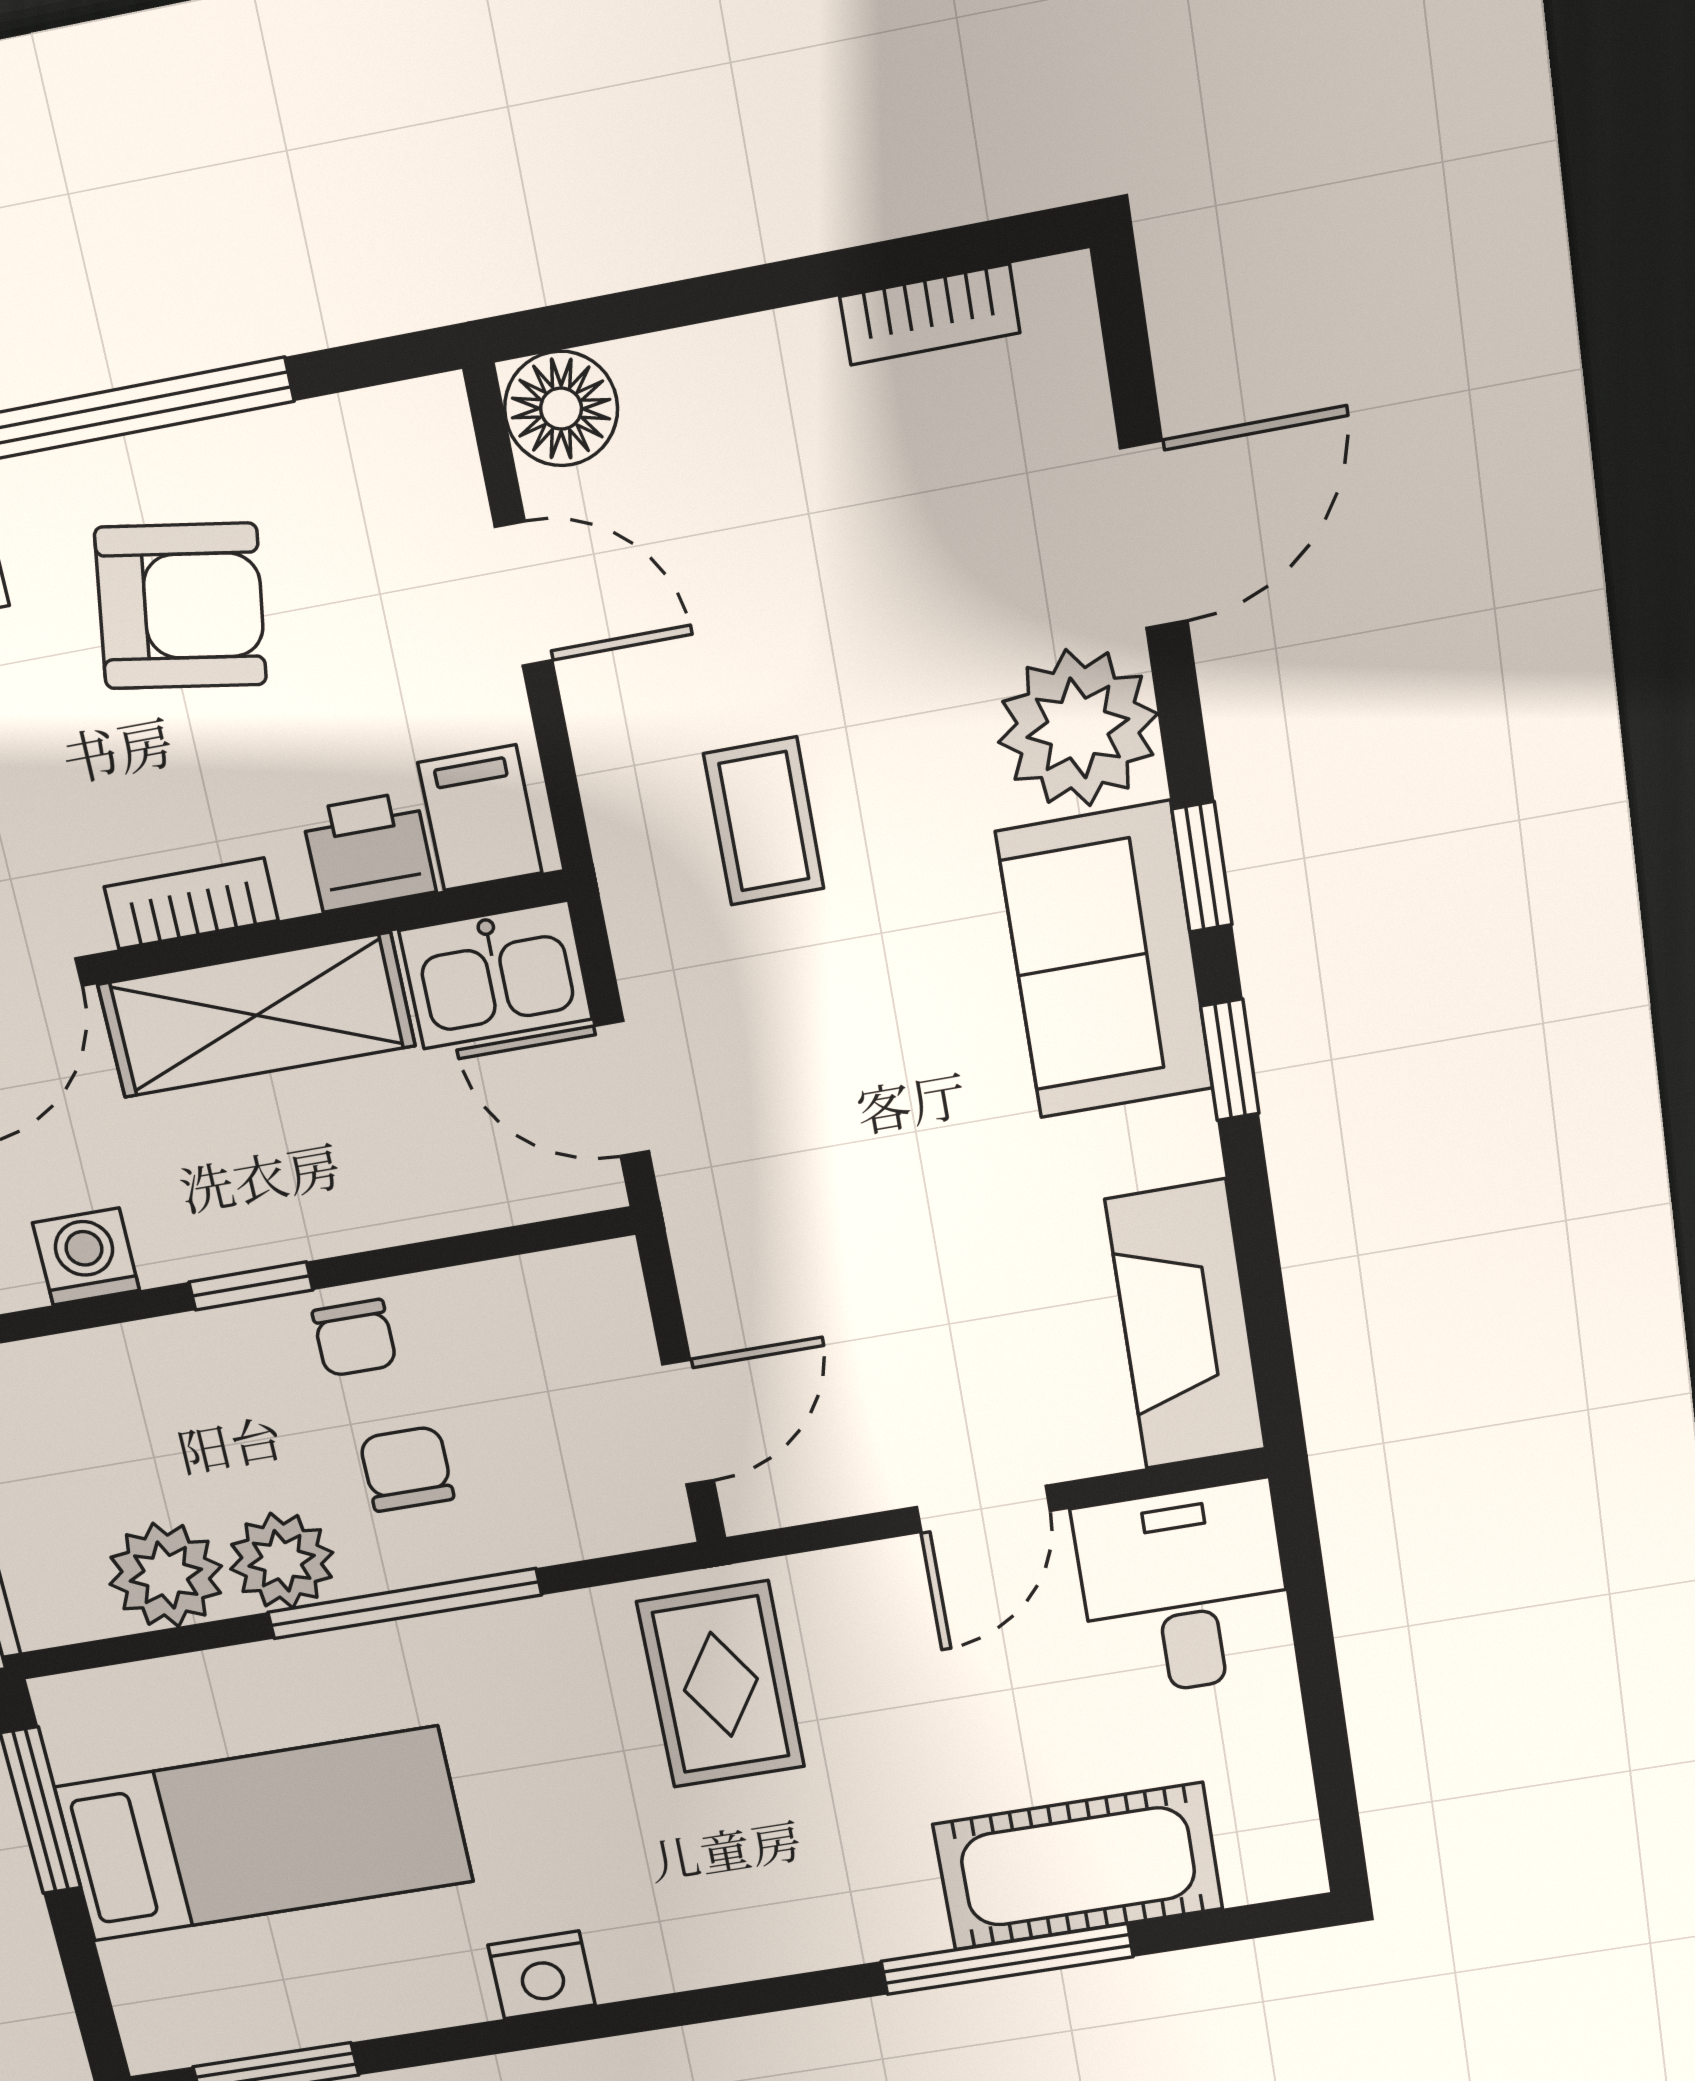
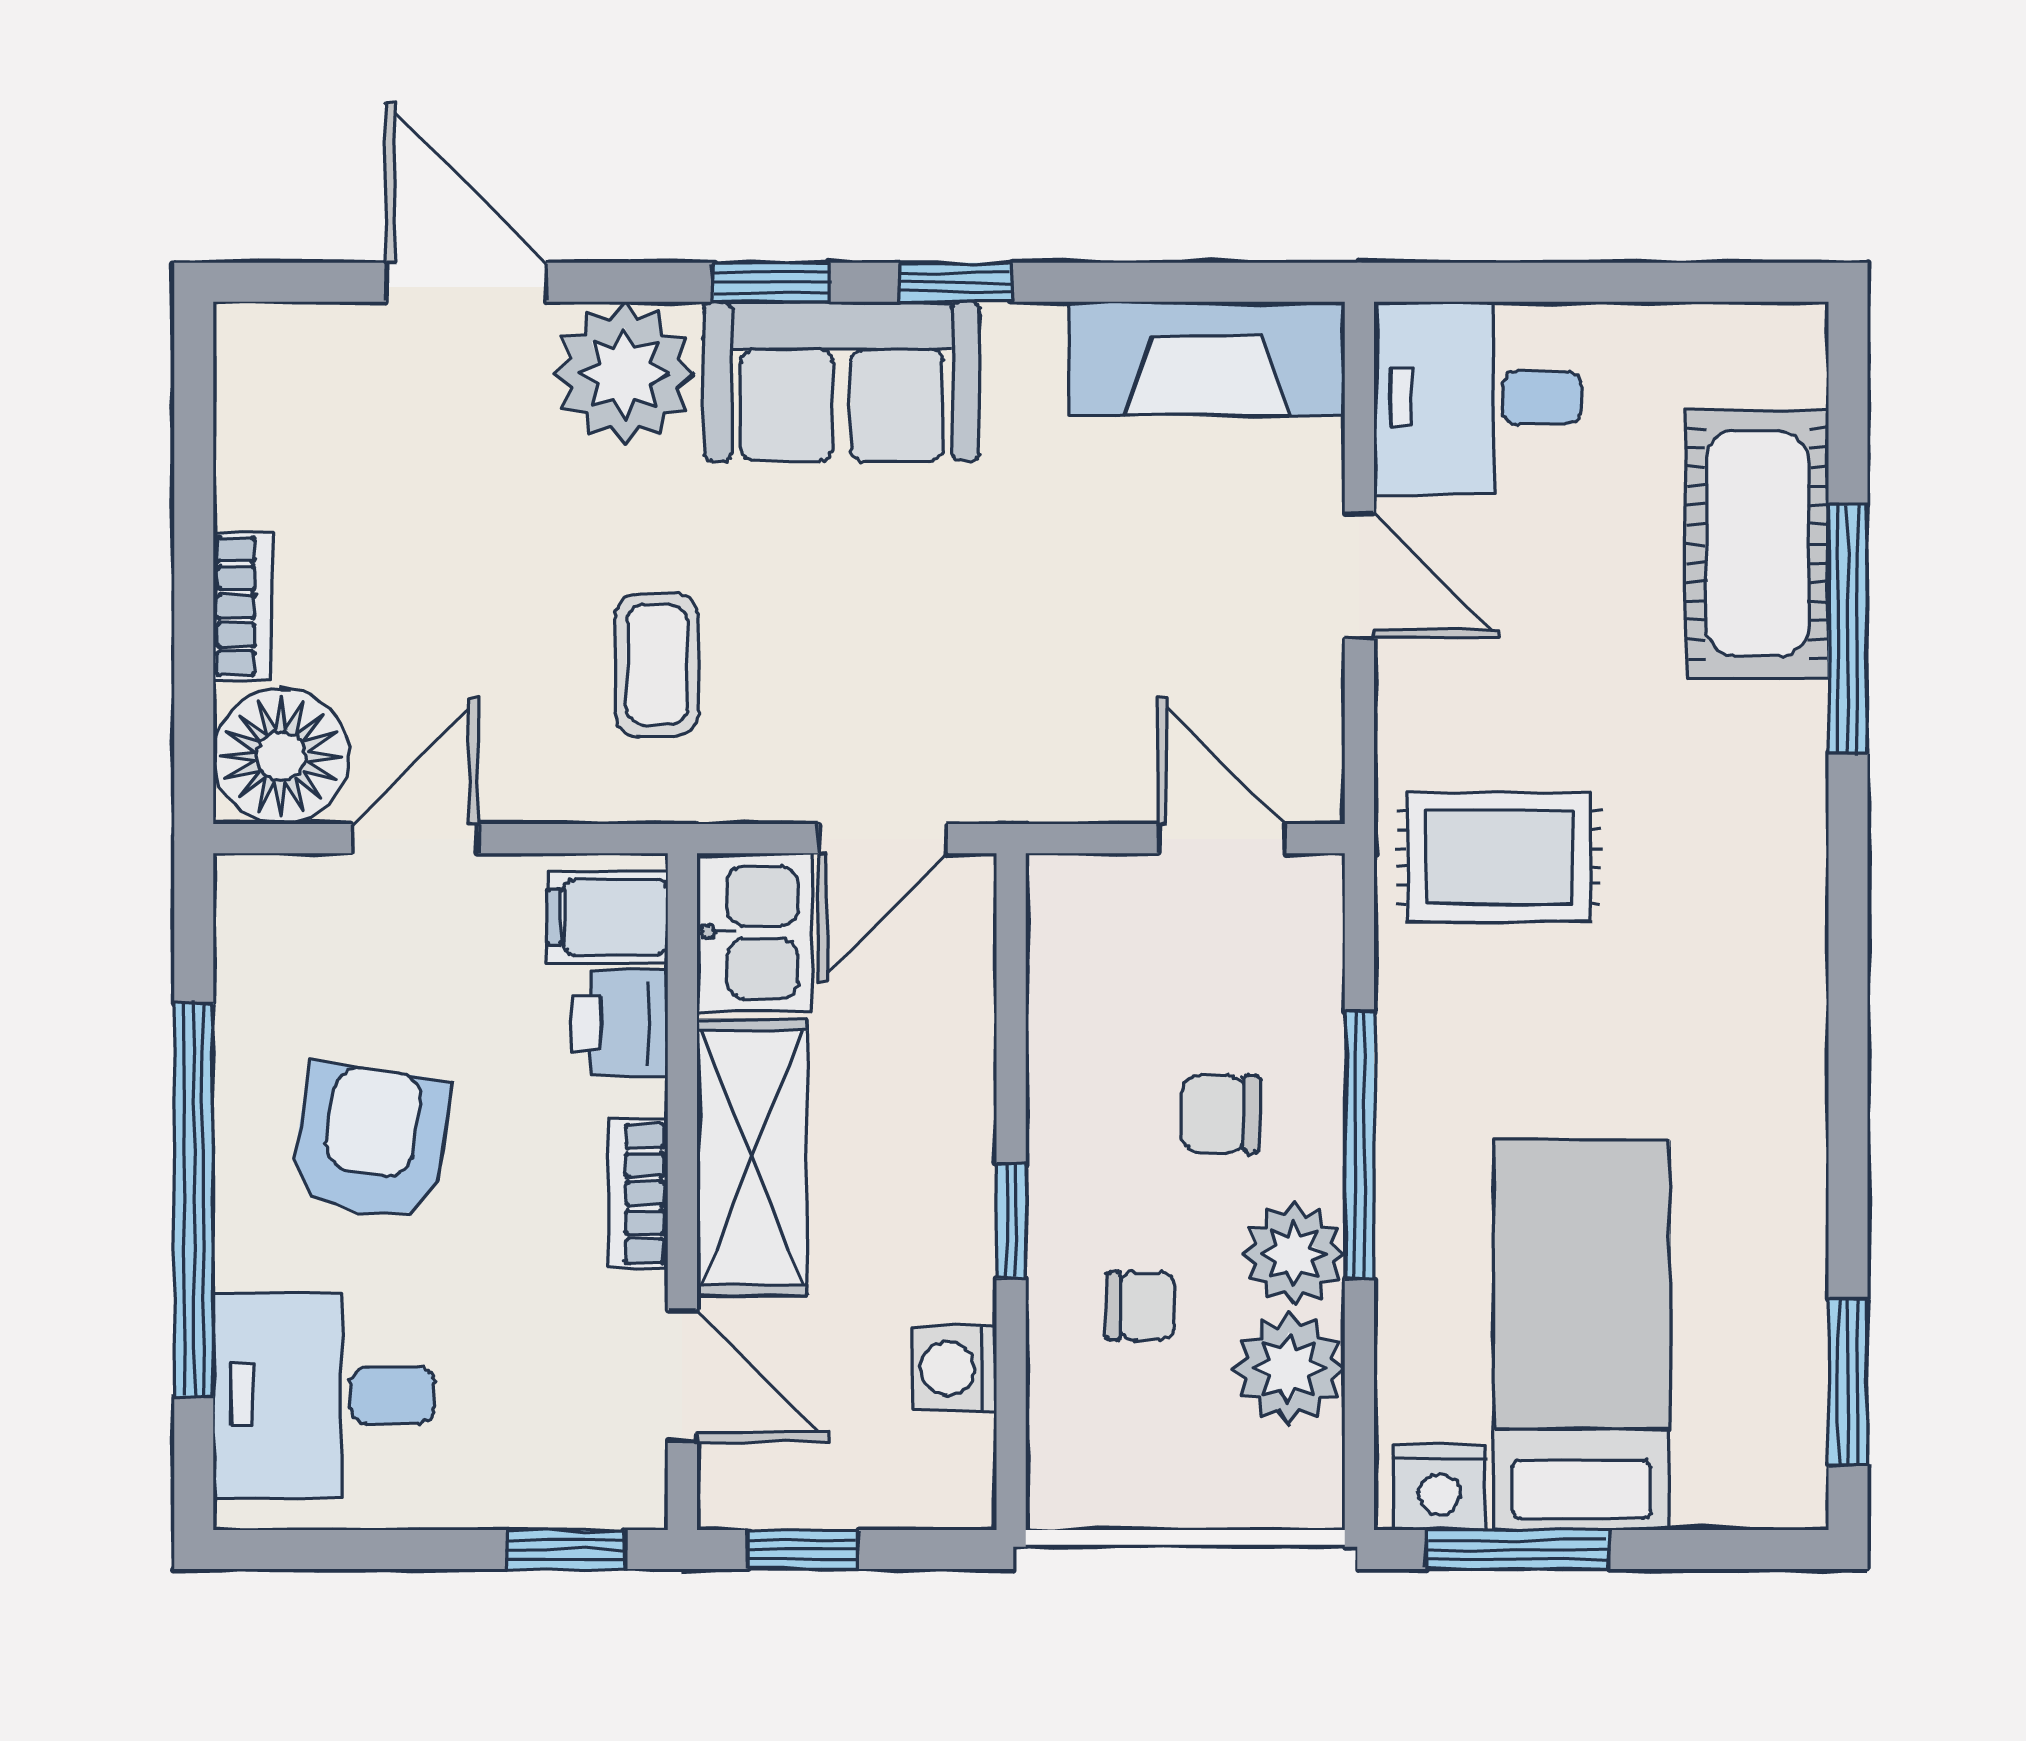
bookcase: (930, 315) -> (243, 607), moved
floor lamp: (561, 409) -> (281, 756), width x1.38, depth x1.38
coffee table: (764, 821) -> (657, 665), turned 90
chair: (354, 1338) -> (1141, 1306), moved
nightstand: (542, 1975) -> (1439, 1487), moved, turned 90

